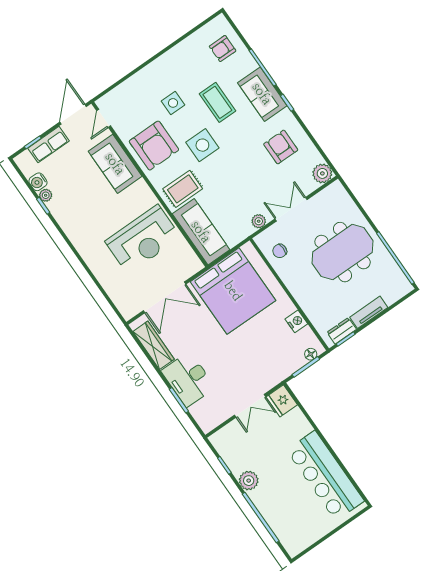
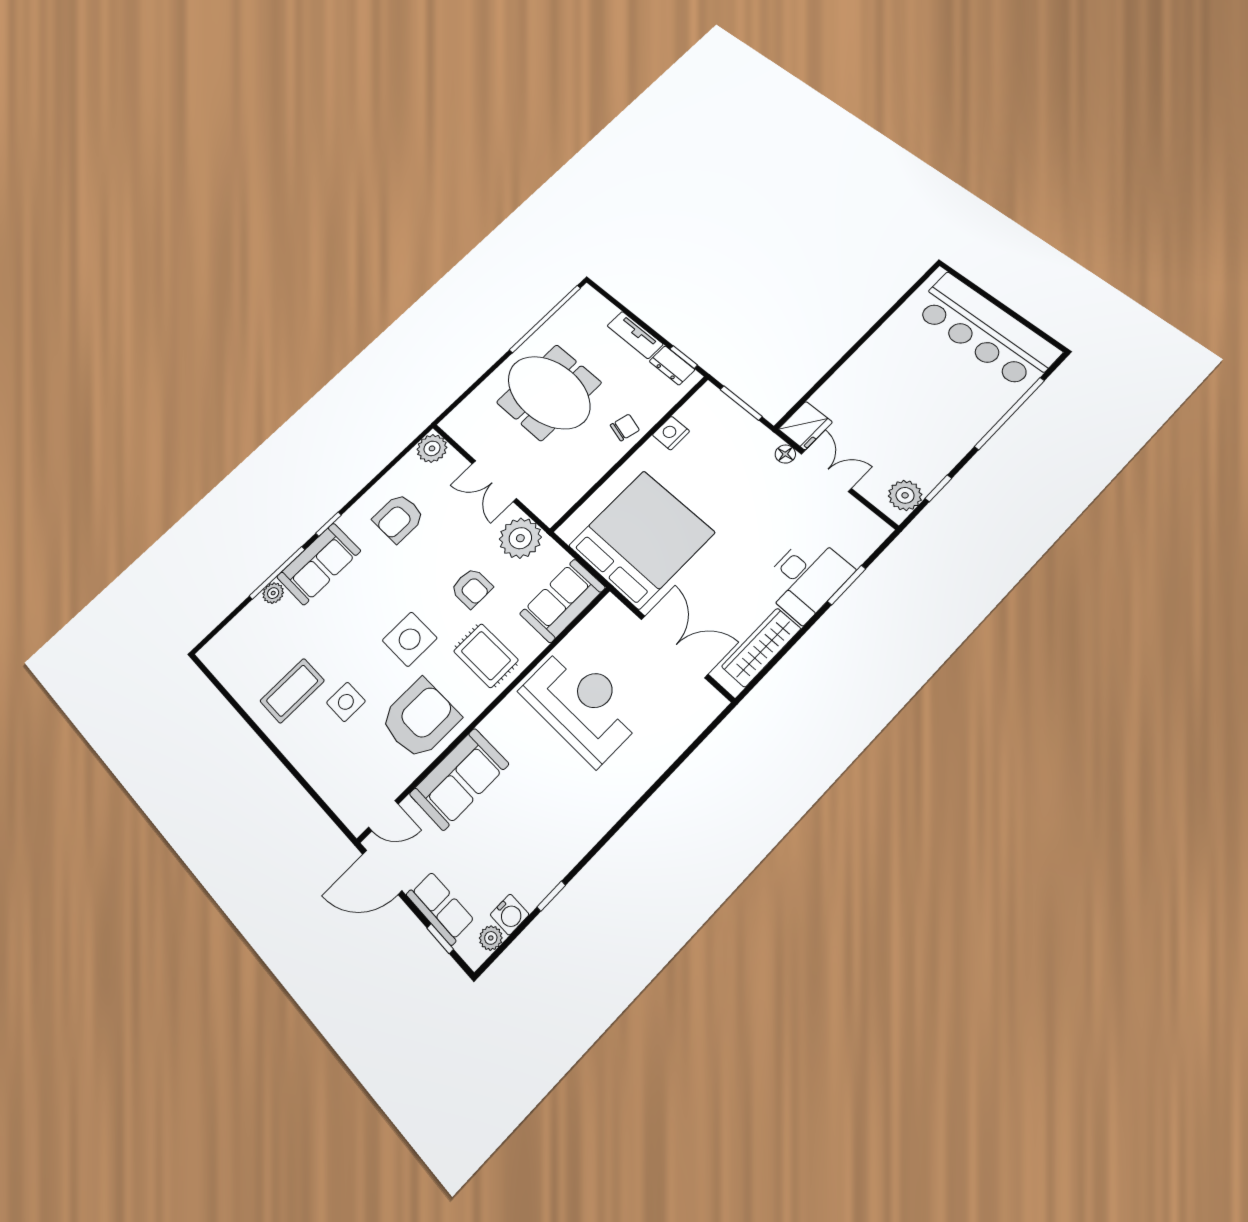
armchair: (223, 49) -> (472, 588), moved
plant: (250, 64) -> (273, 593), added
coffee table: (217, 102) -> (292, 691), moved
plant: (46, 195) -> (491, 938), moved
plant: (259, 221) -> (520, 538), width x1.88, depth x1.88
sofa: (201, 232) -> (562, 601), width x0.73
chair: (280, 251) -> (625, 428), moved, turned -75
floor lamp: (311, 354) -> (785, 454), moved
bar counter: (325, 476) -> (986, 331), moved, turned 90
plant: (249, 481) -> (905, 495), moved

